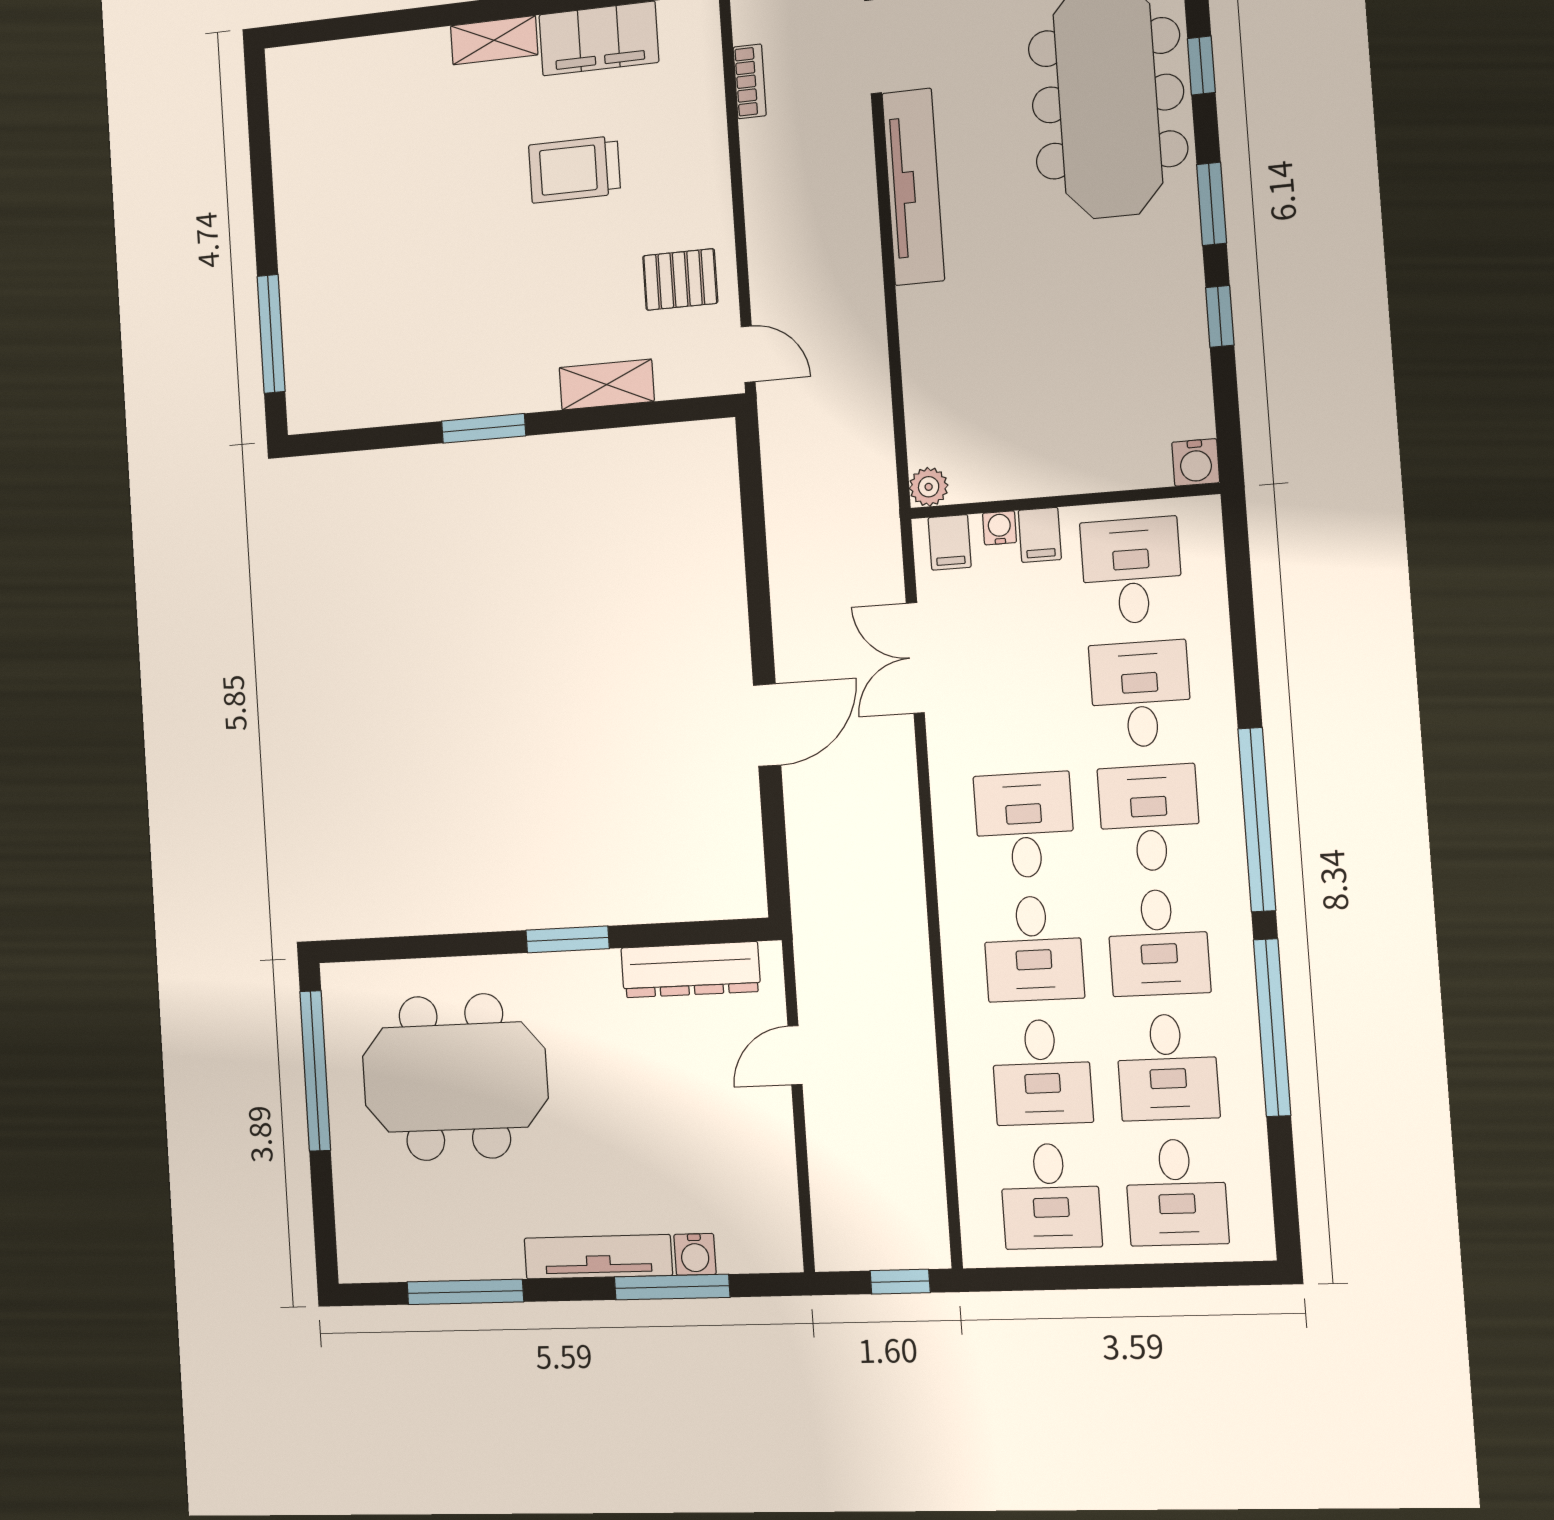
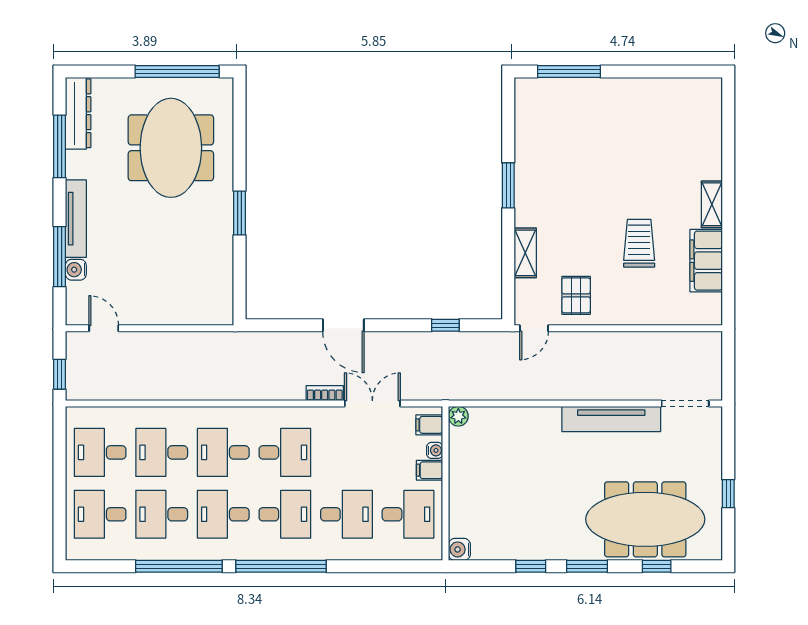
bookcase: (750, 81) -> (325, 393), moved, turned 180
window: (754, 526) -> (445, 325), added
dresser: (691, 970) -> (78, 113), moved, turned 180
door: (795, 1055) -> (104, 328), moved

